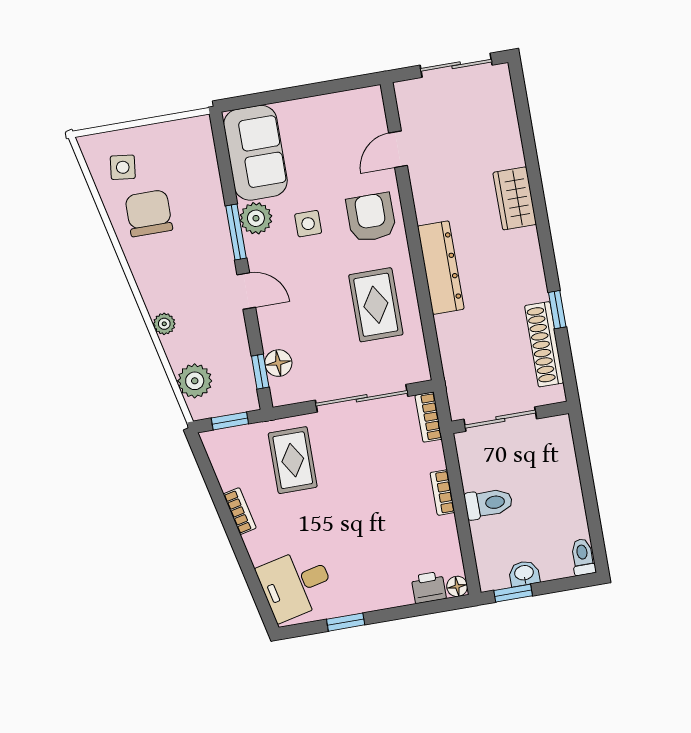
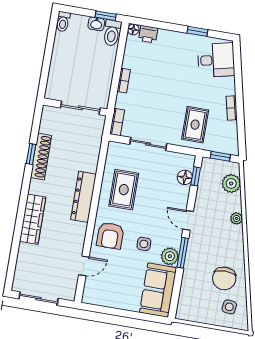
wardrobe: (515, 198) -> (33, 219), width x1.50
shoe rack: (544, 344) -> (41, 157), moved
sliding door: (362, 398) -> (148, 144), width x0.73
toilet: (489, 503) -> (112, 33), moved, turned -90

